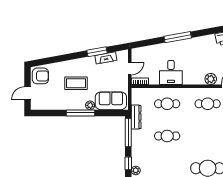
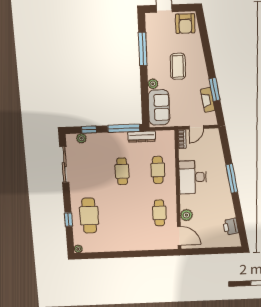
door: (130, 68) -> (196, 127), hinge flipped
desk: (171, 72) -> (193, 177), width x1.37
window: (80, 113) -> (143, 49), moved

